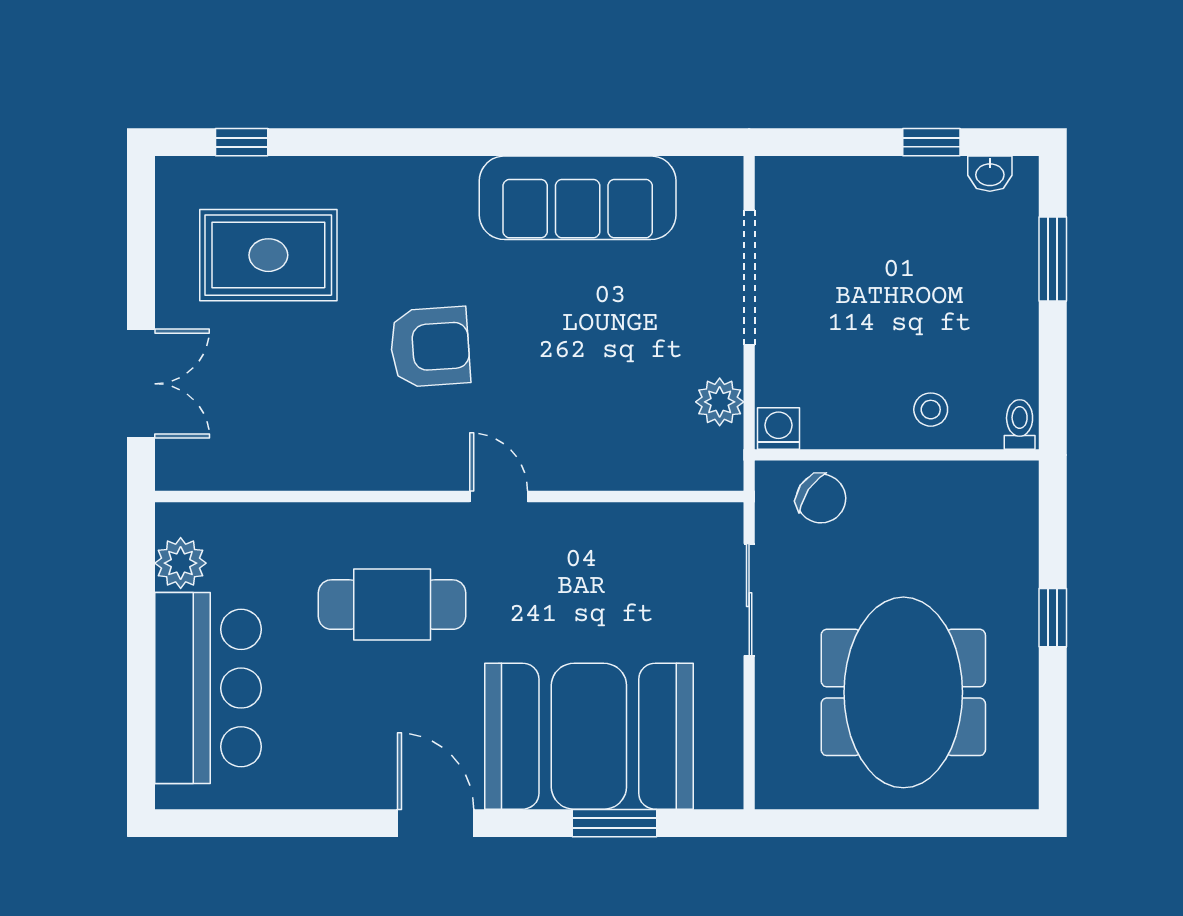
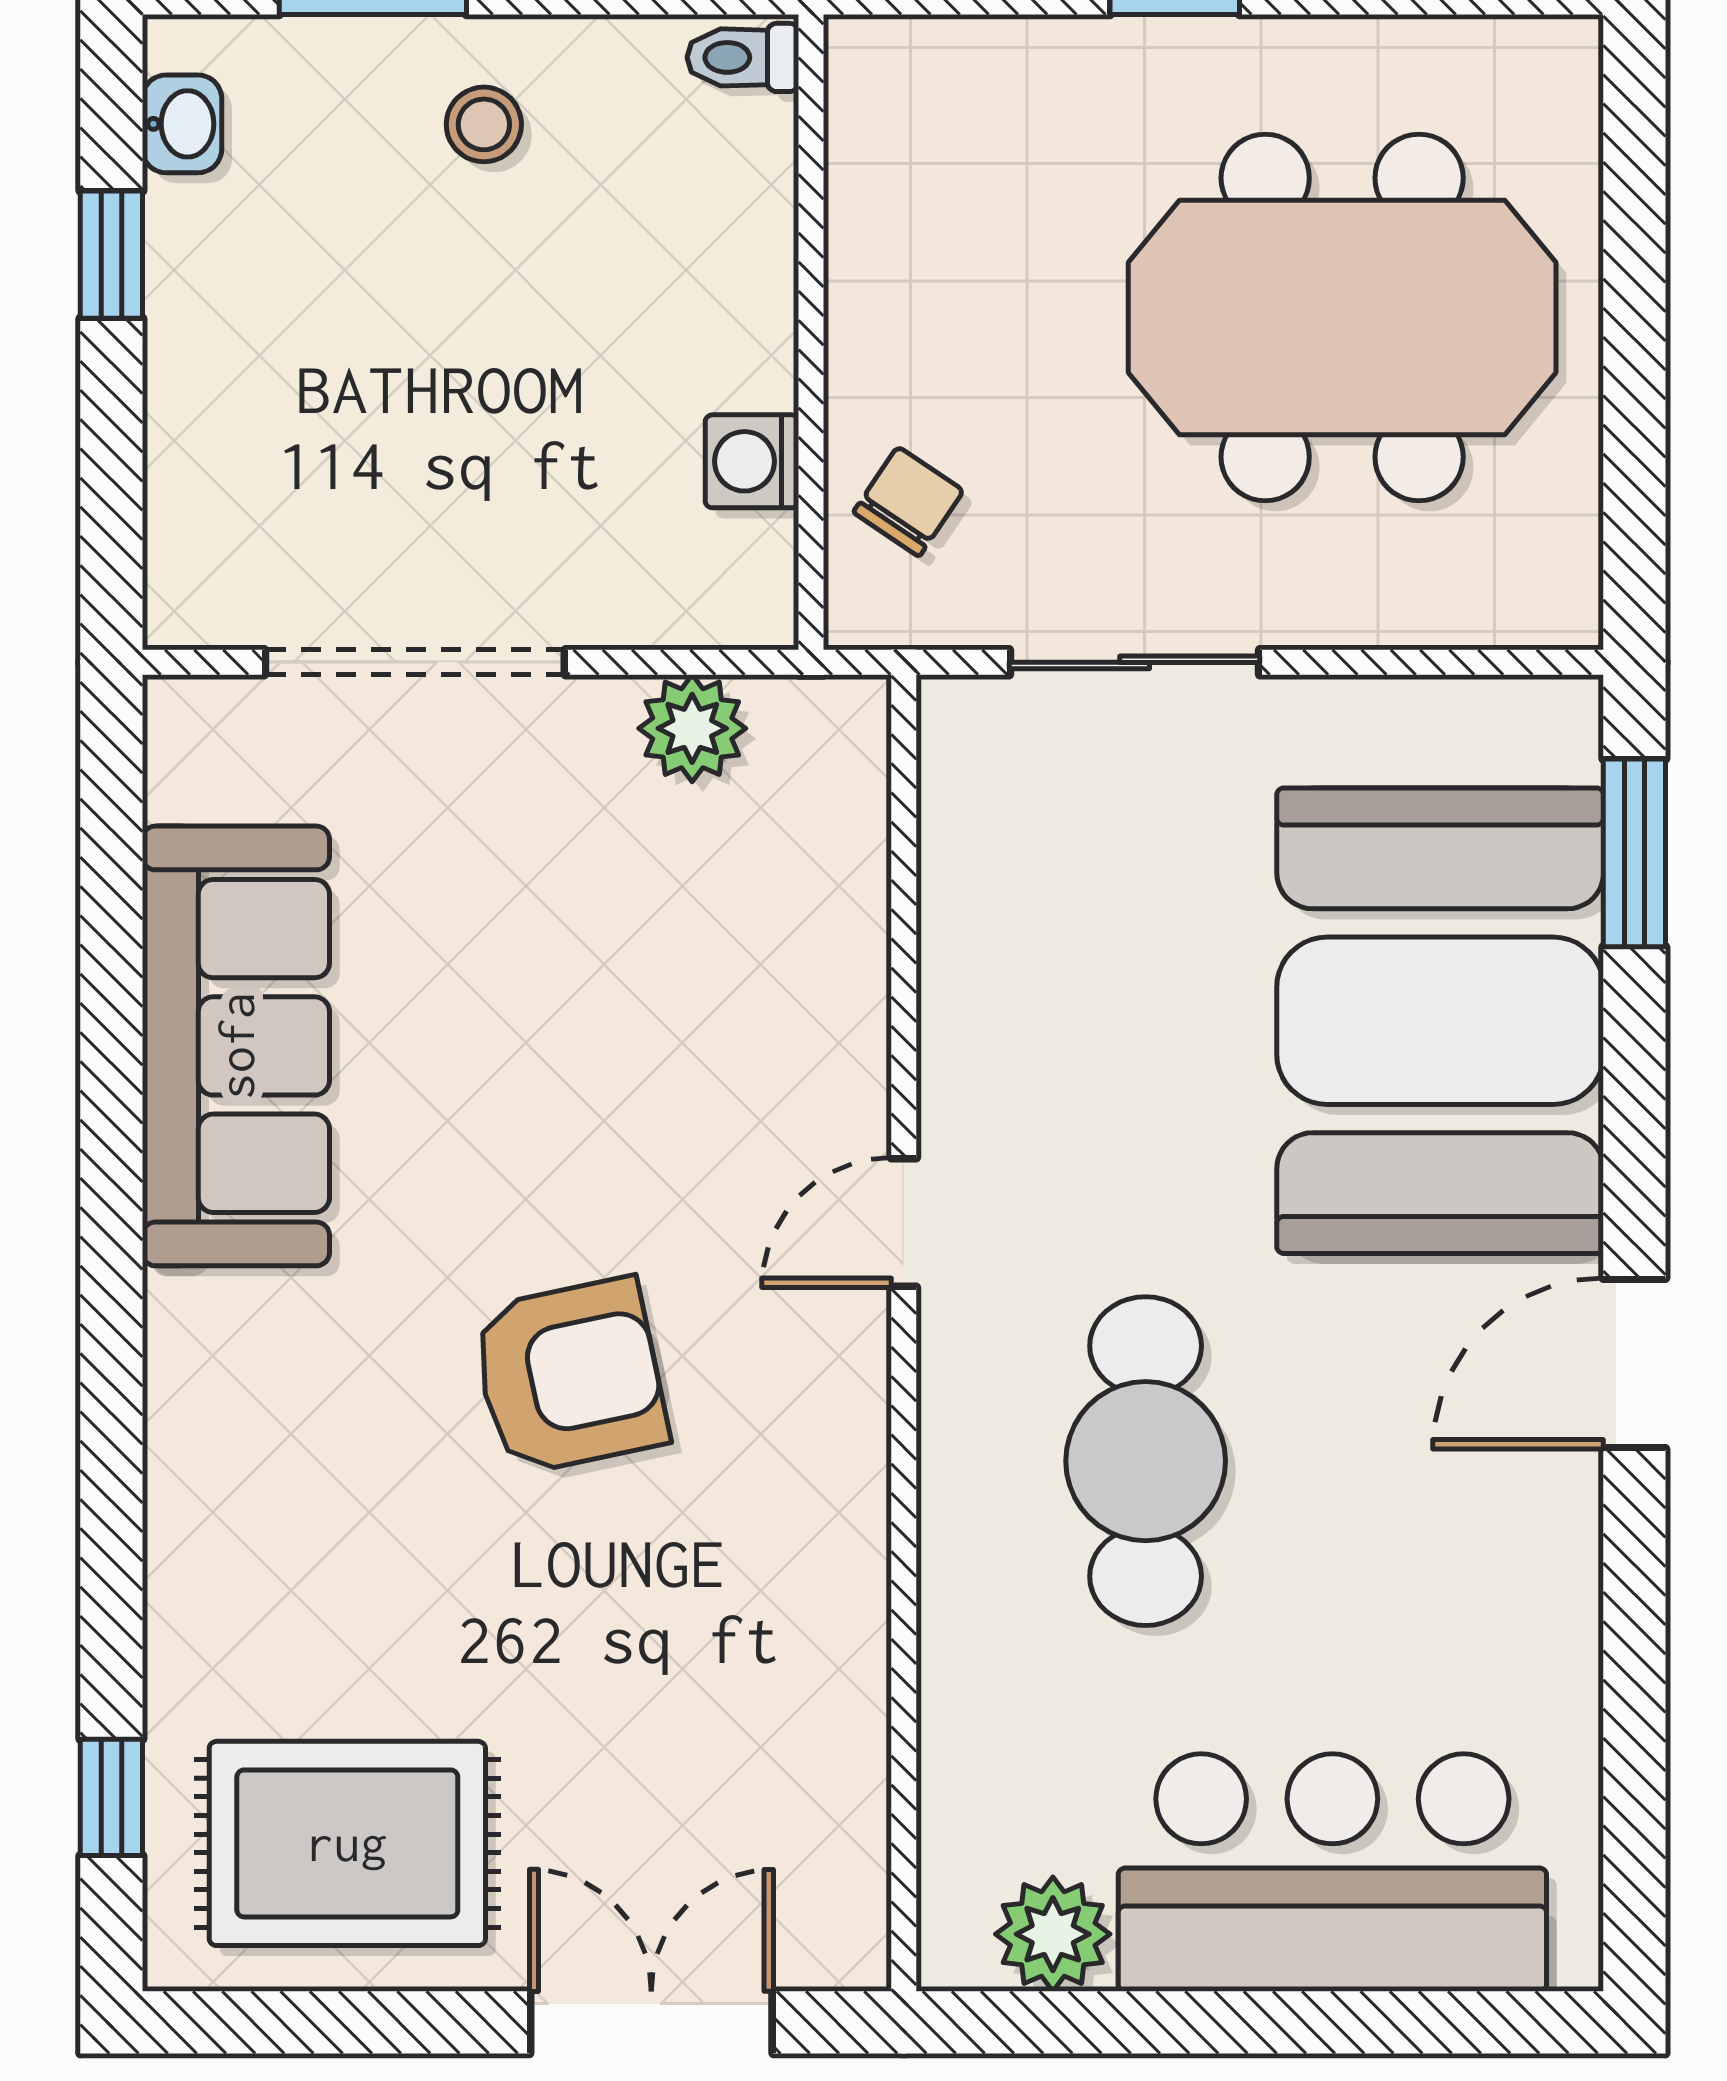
rug: (268, 255) -> (347, 1843), moved, turned 90
armchair: (430, 347) -> (570, 1376), turned 82
stool: (931, 410) -> (484, 124), moved
washing machine: (778, 429) -> (752, 461), moved
chair: (821, 498) -> (908, 501), width x0.73, depth x0.73
window: (614, 823) -> (1634, 853), moved

